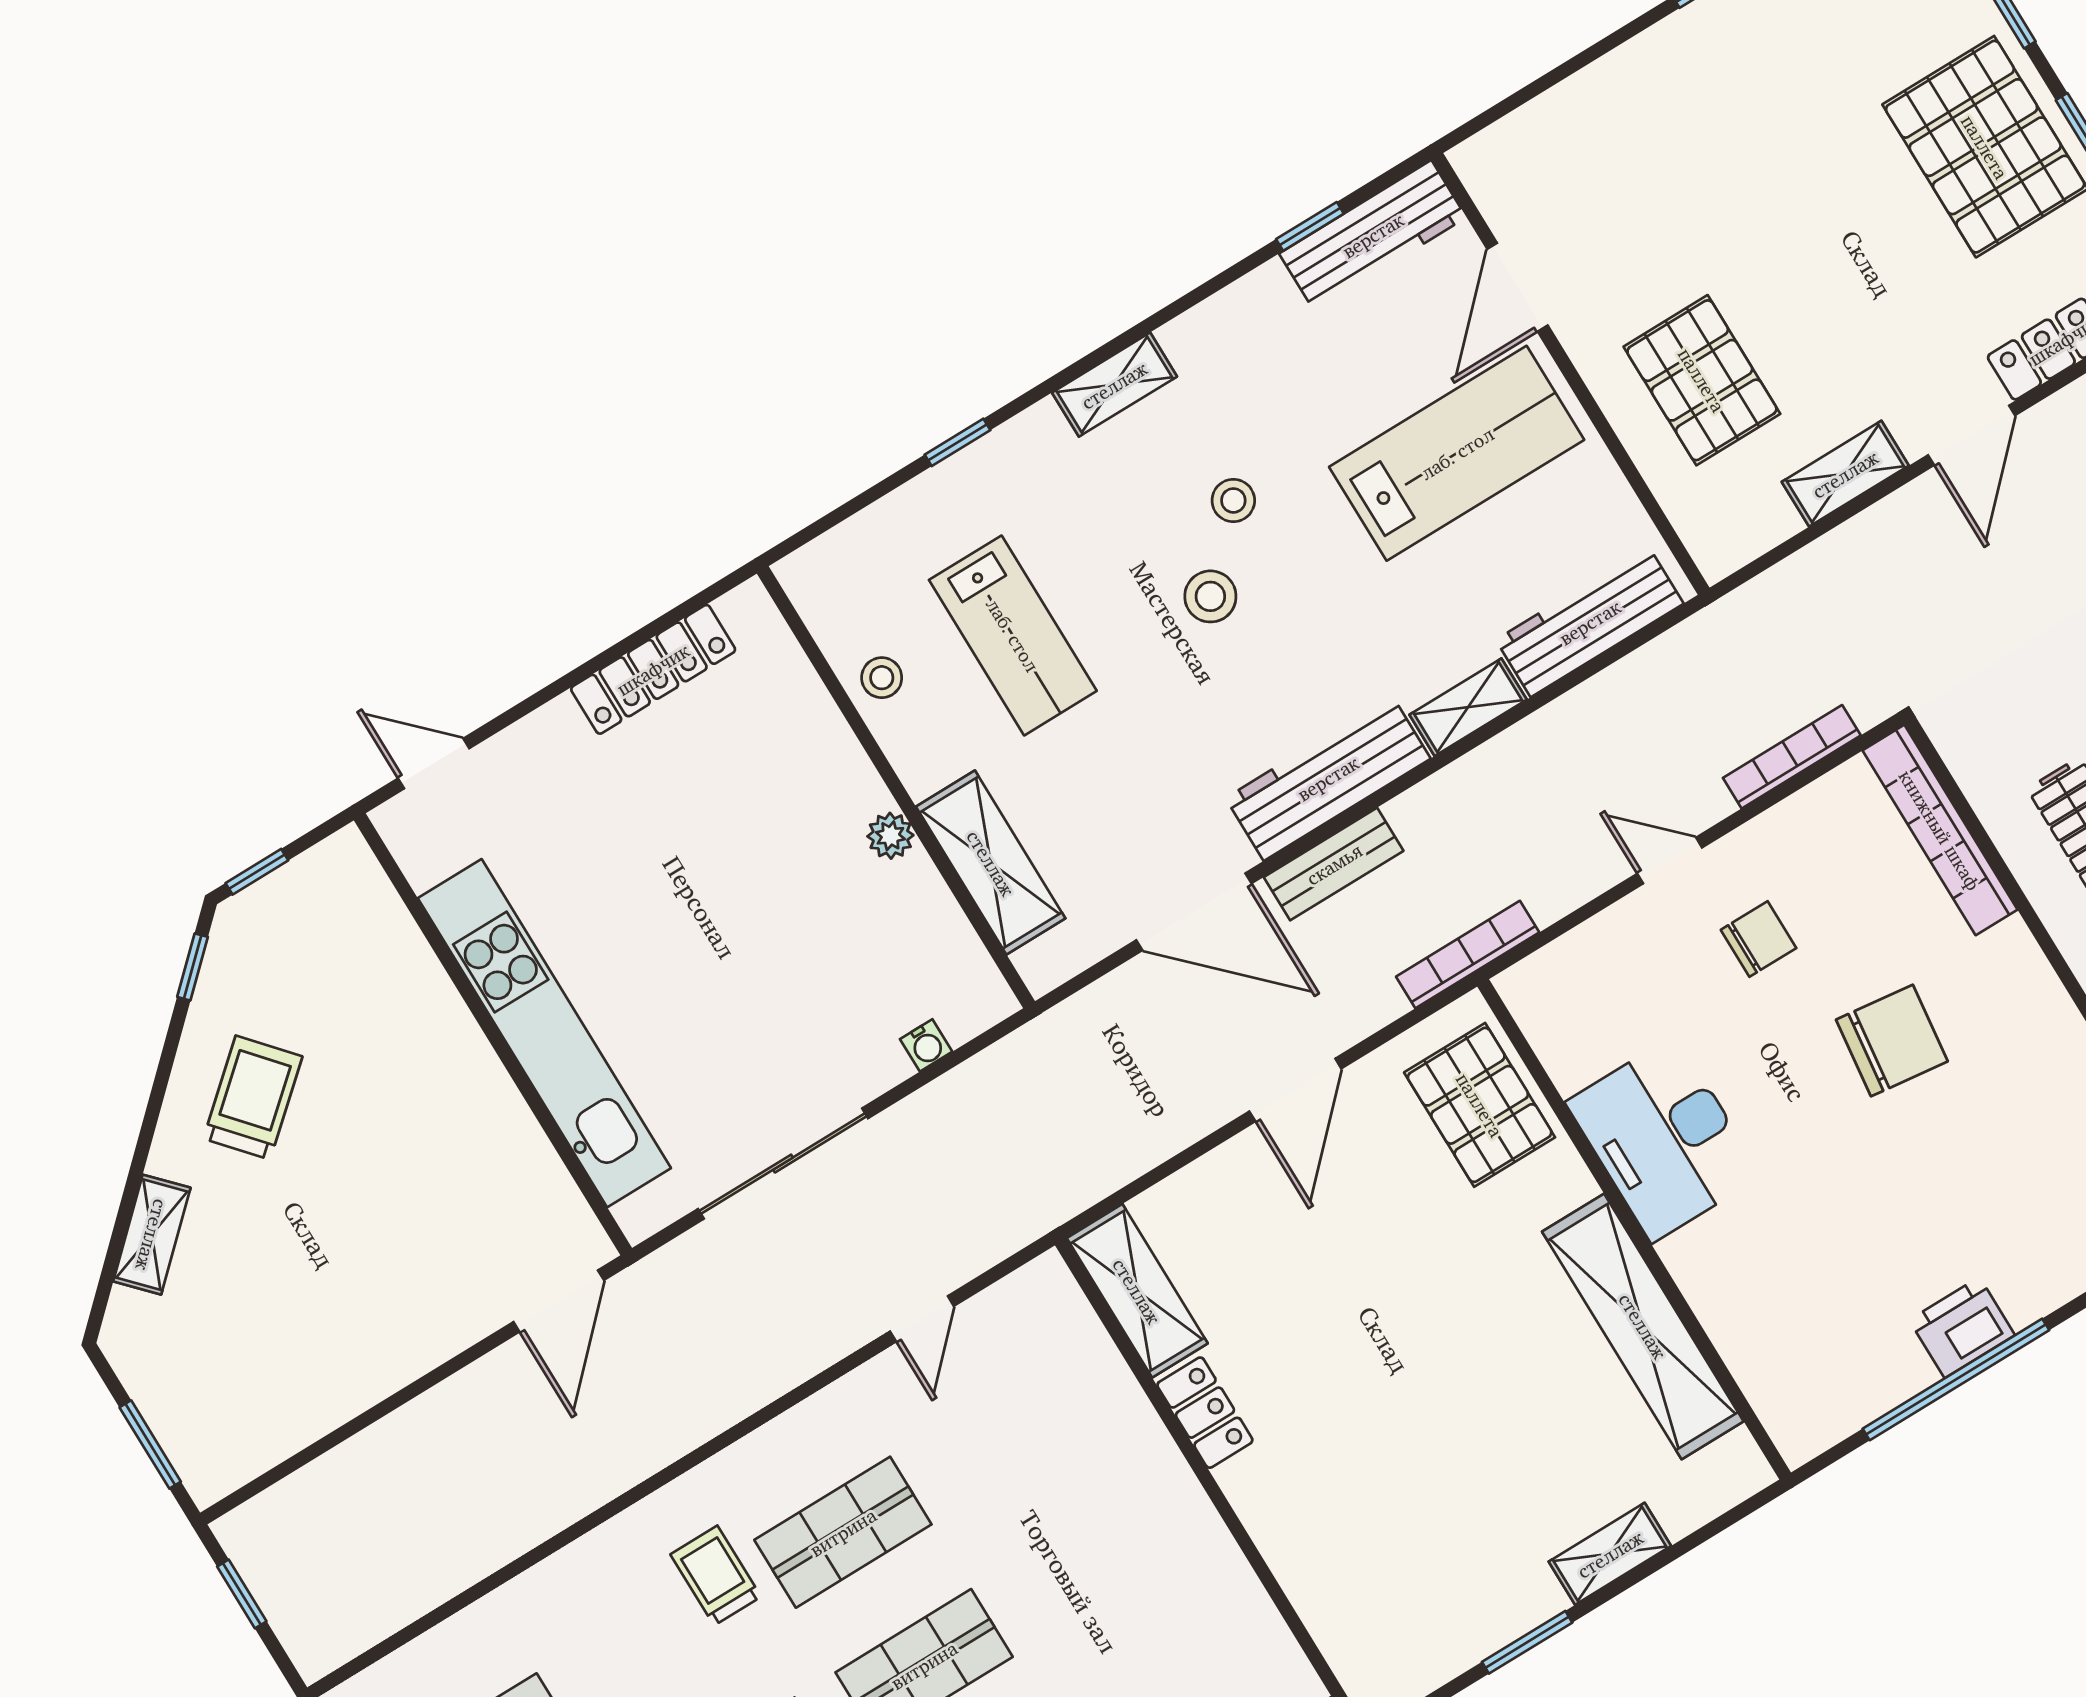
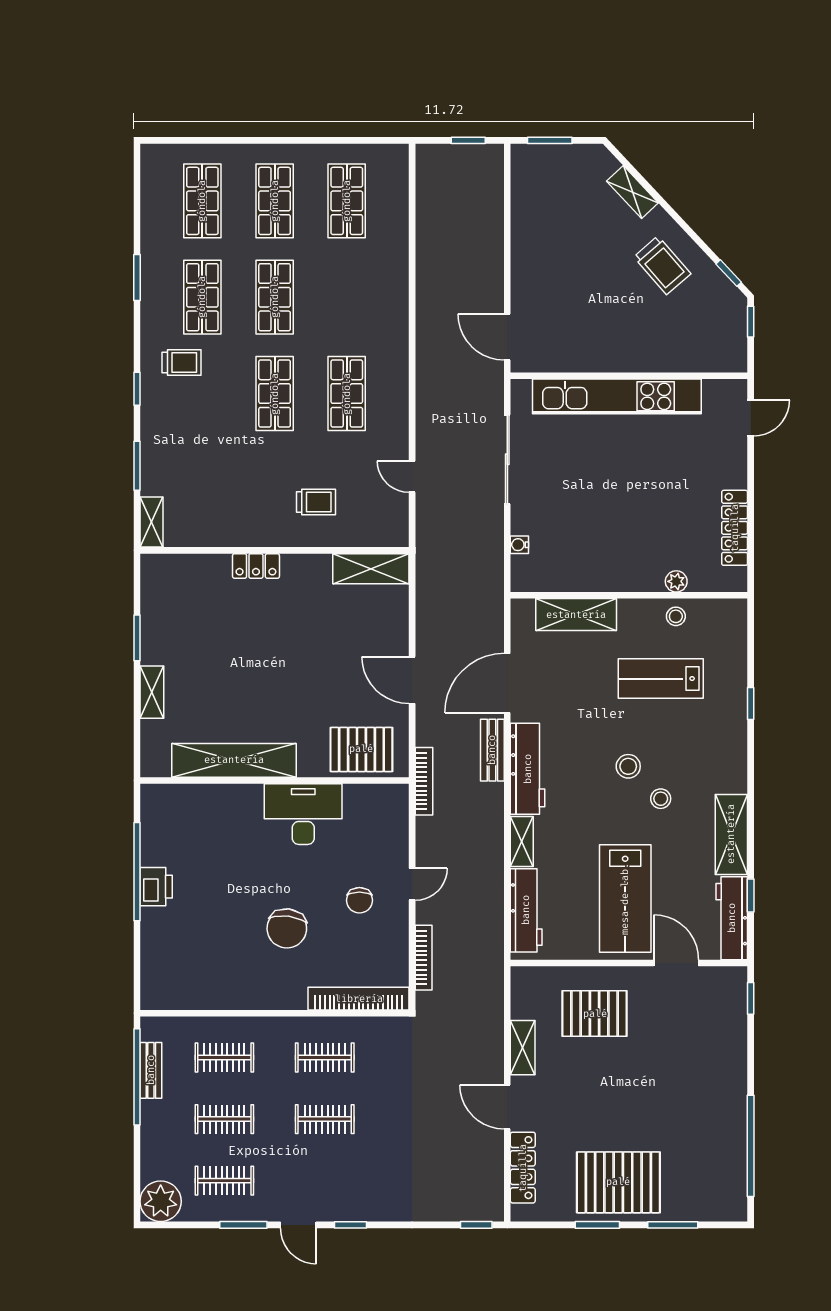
window: (1499, 111) -> (751, 998), added
shelving: (1114, 385) -> (731, 834), moved, width x1.50, depth x1.33
plant: (890, 836) -> (676, 581), moved
locker: (1205, 1413) -> (256, 566), moved
trolley: (716, 1575) -> (316, 502), moved

